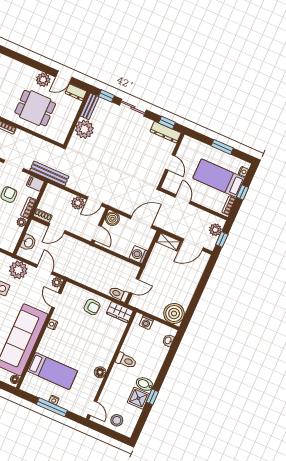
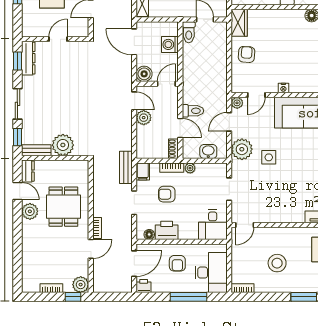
bench: (49, 174) -> (126, 167), width x0.73
toilet: (66, 245) -> (193, 111), added
washing machine: (138, 255) -> (170, 44), moved, turned 90
toilet: (119, 294) -> (189, 32), moved

